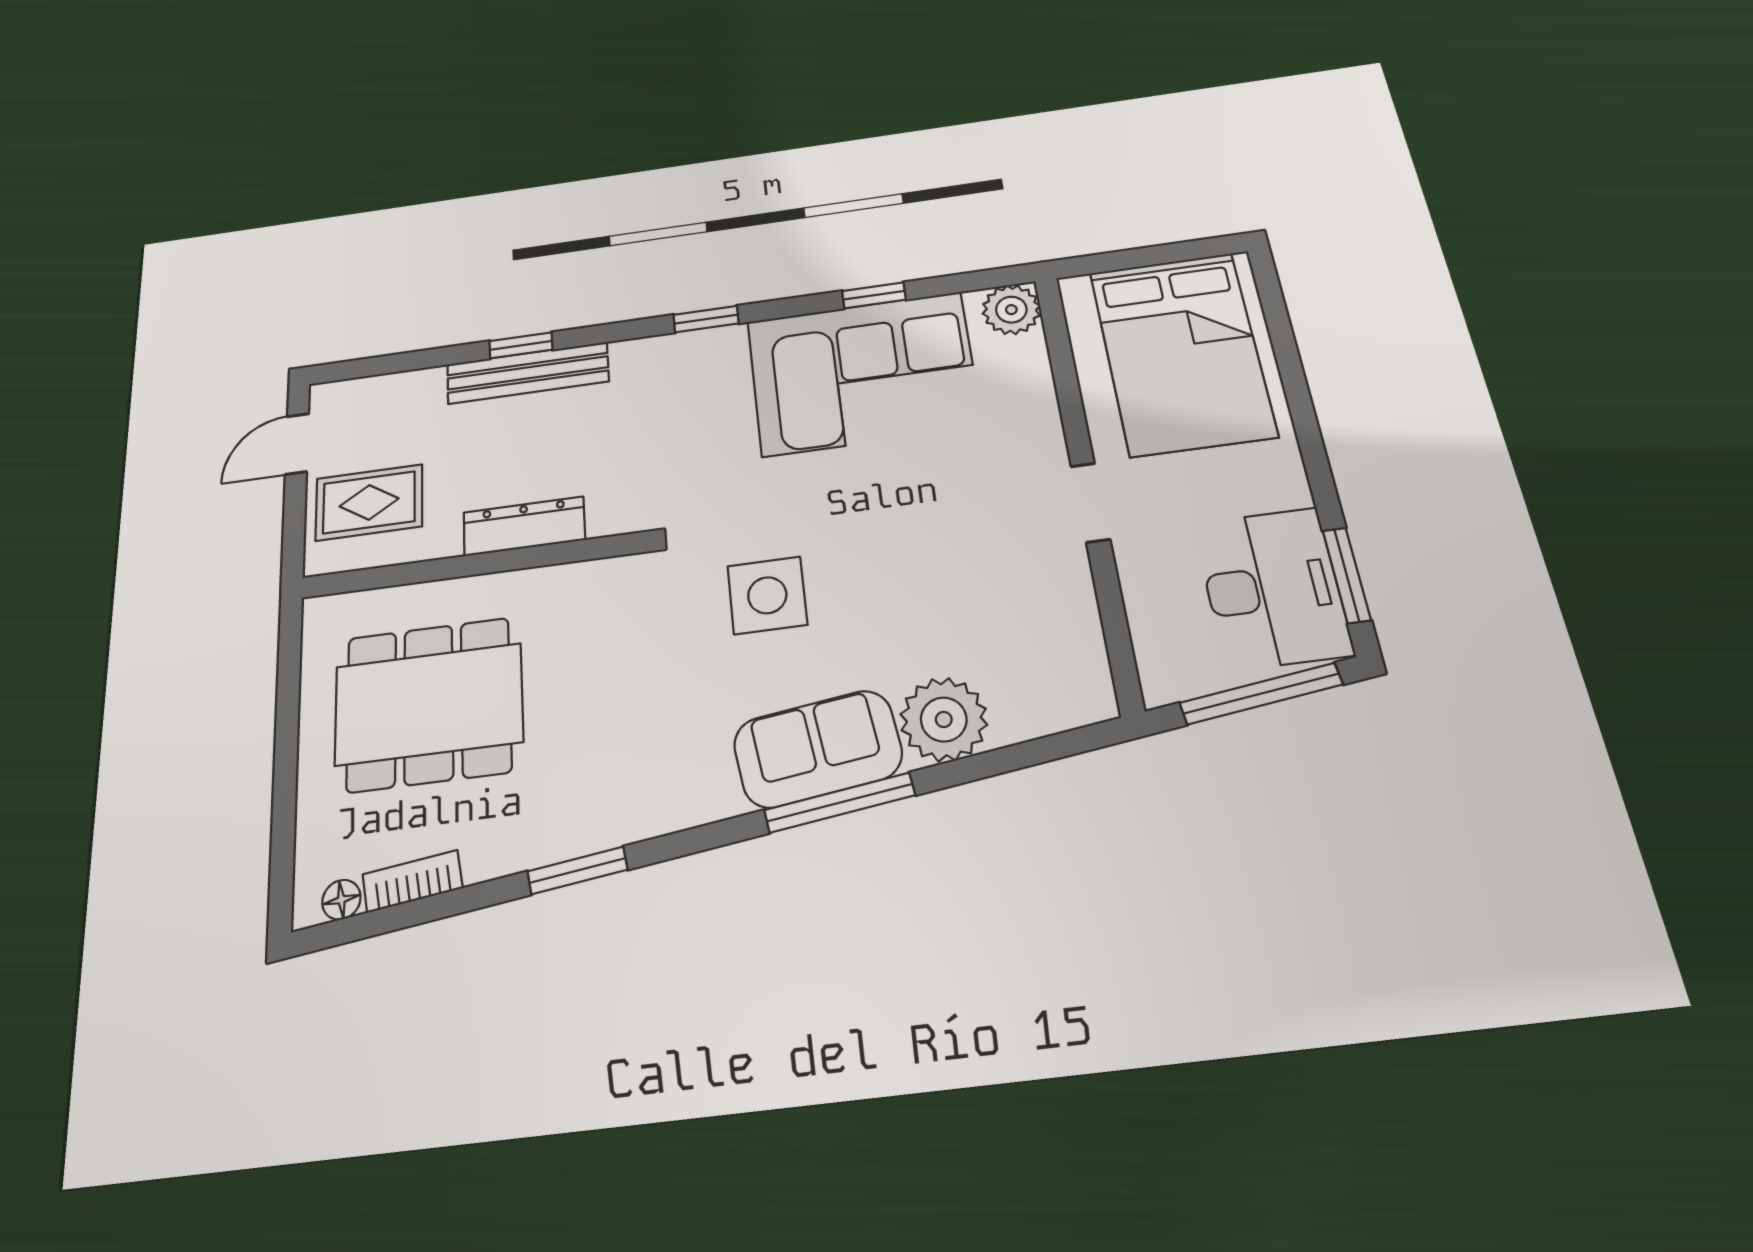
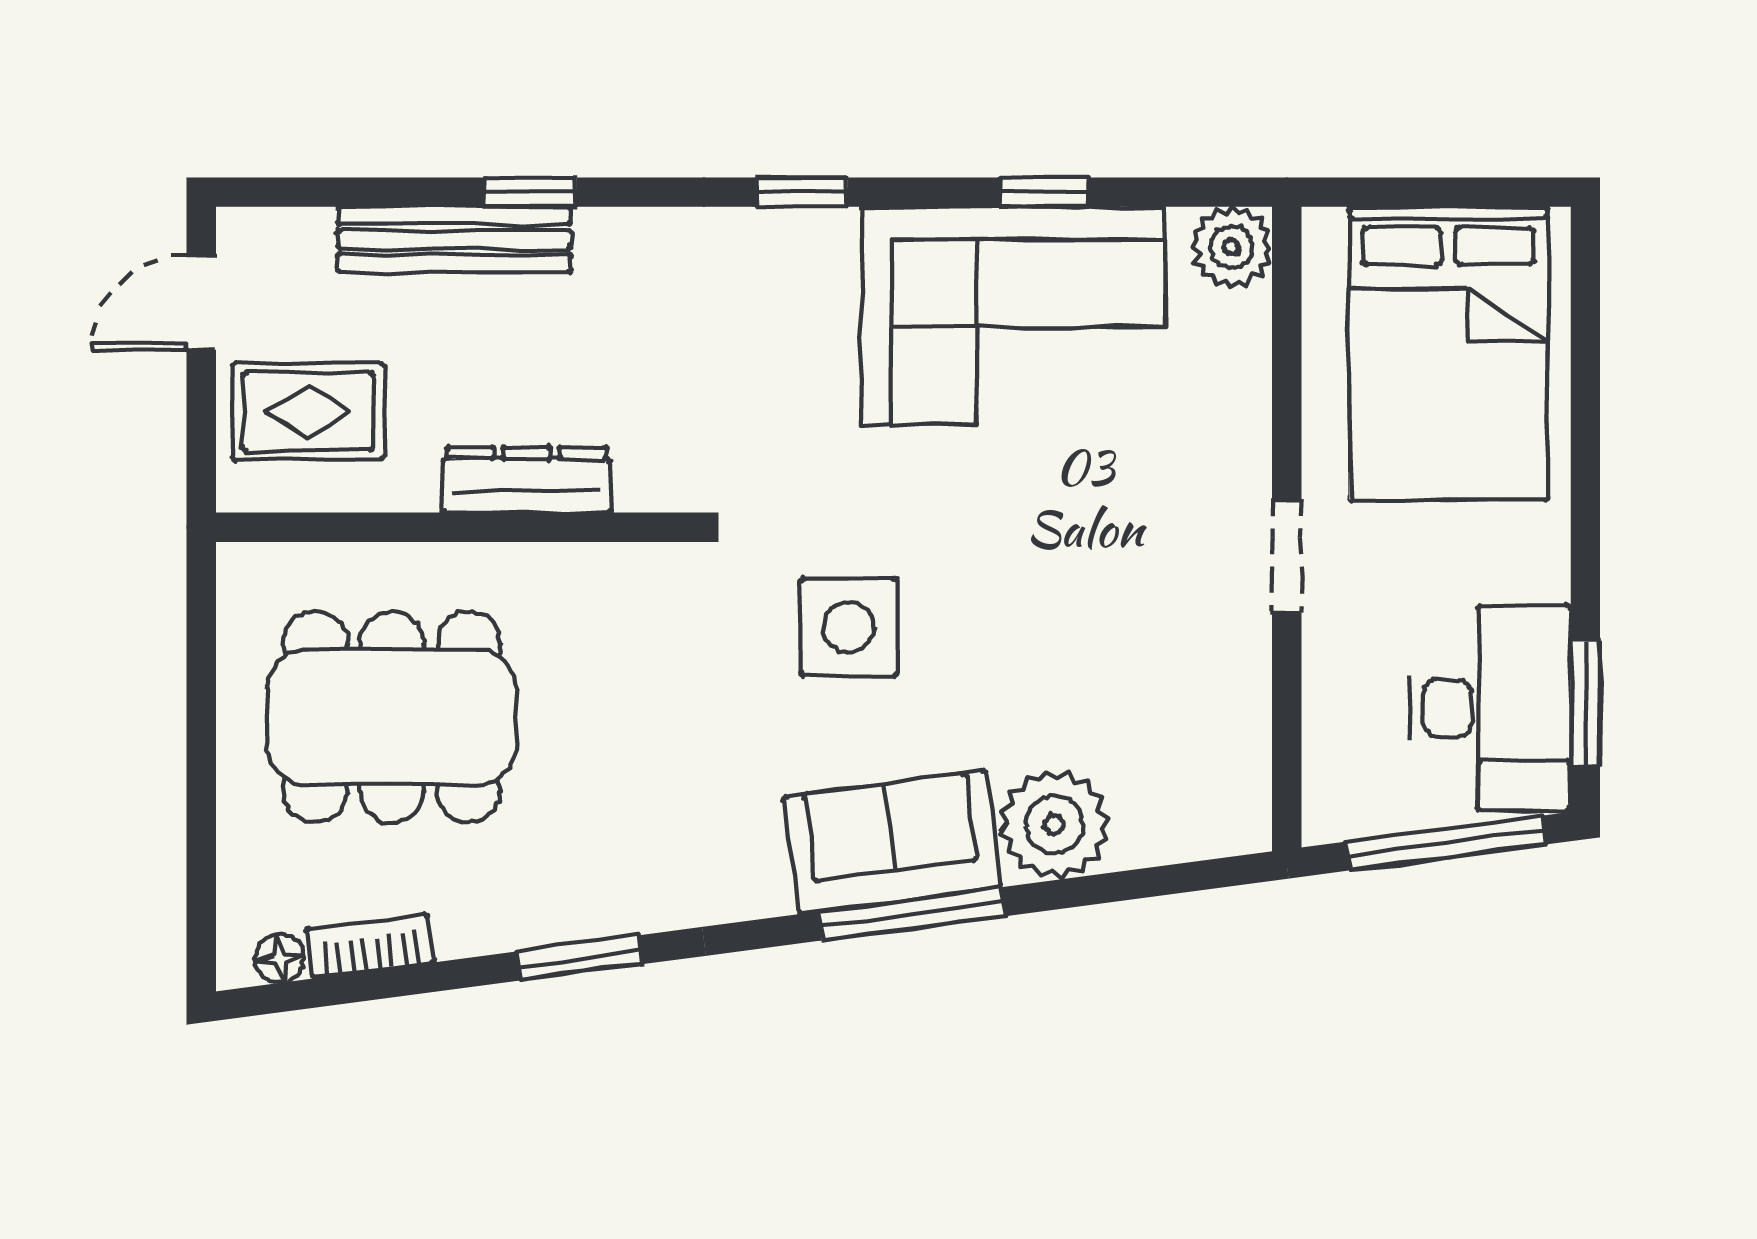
bench: (528, 373) -> (454, 239), moved

